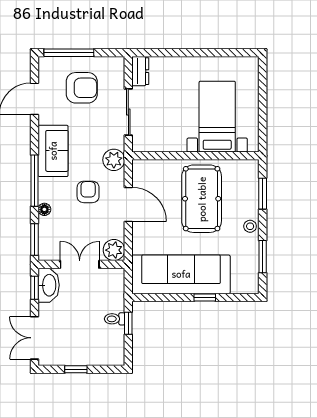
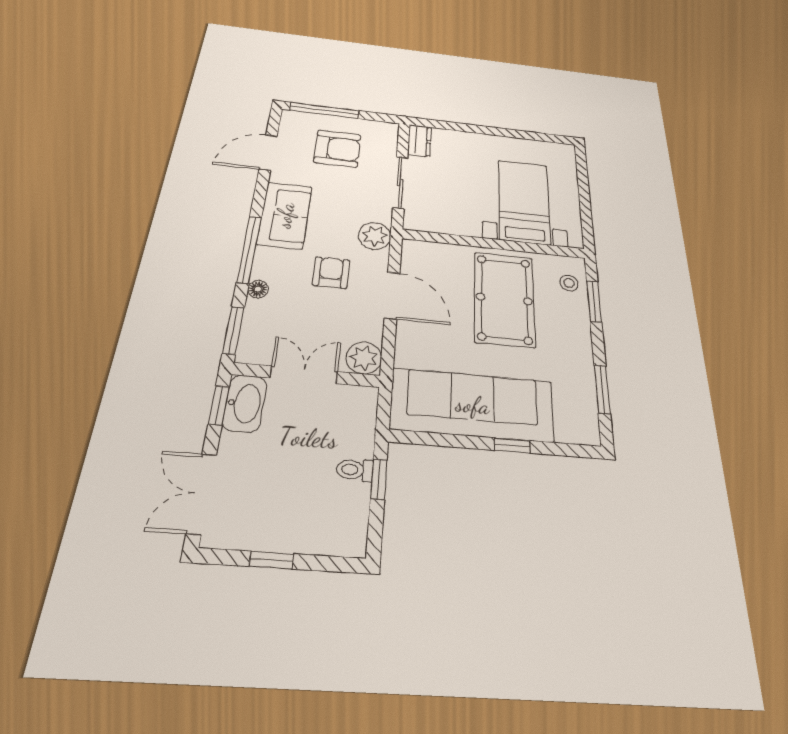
stool: (250, 226) -> (569, 283), moved

